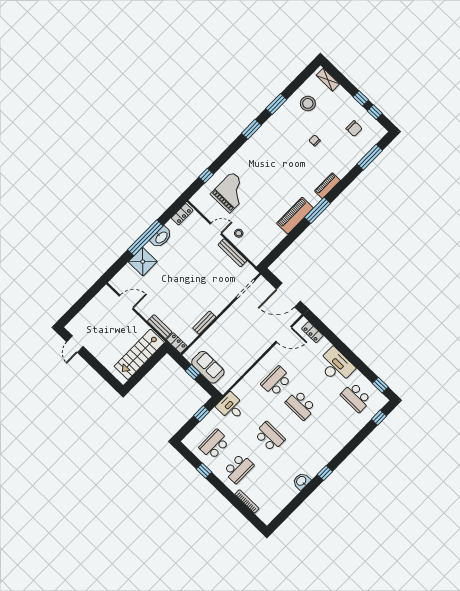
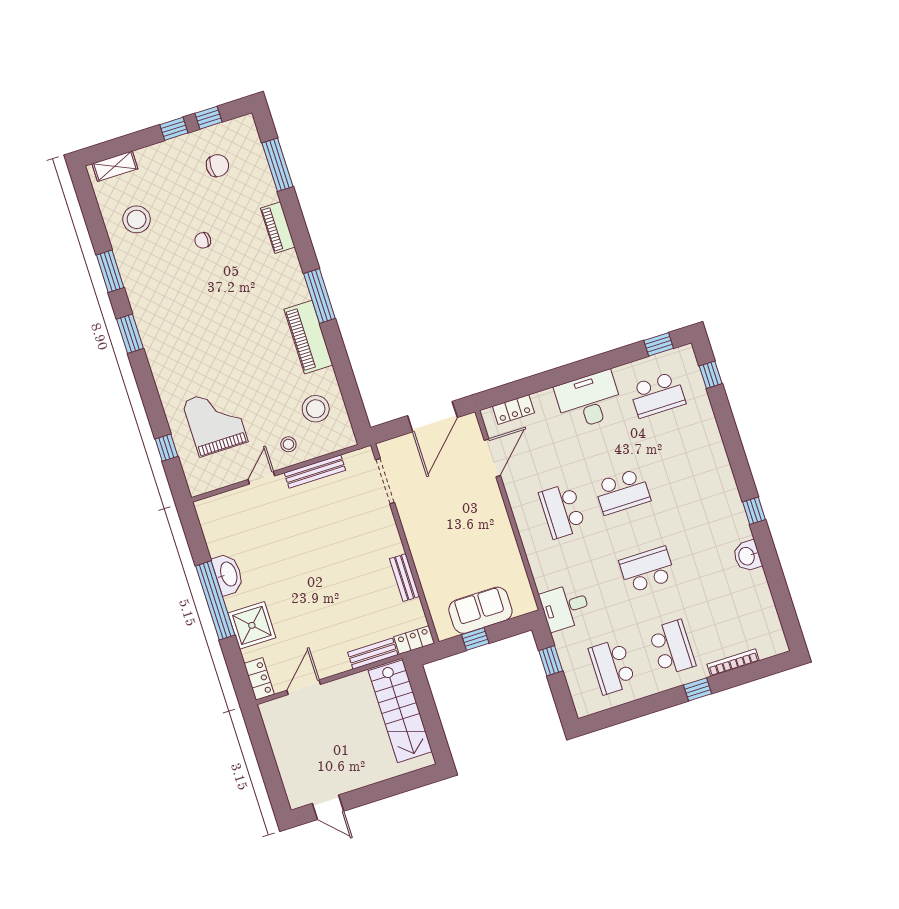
piano: (327, 186) -> (278, 228), moved
locker: (182, 214) -> (259, 679), moved
stool: (263, 237) -> (316, 409), added
window: (204, 471) -> (698, 689), moved

